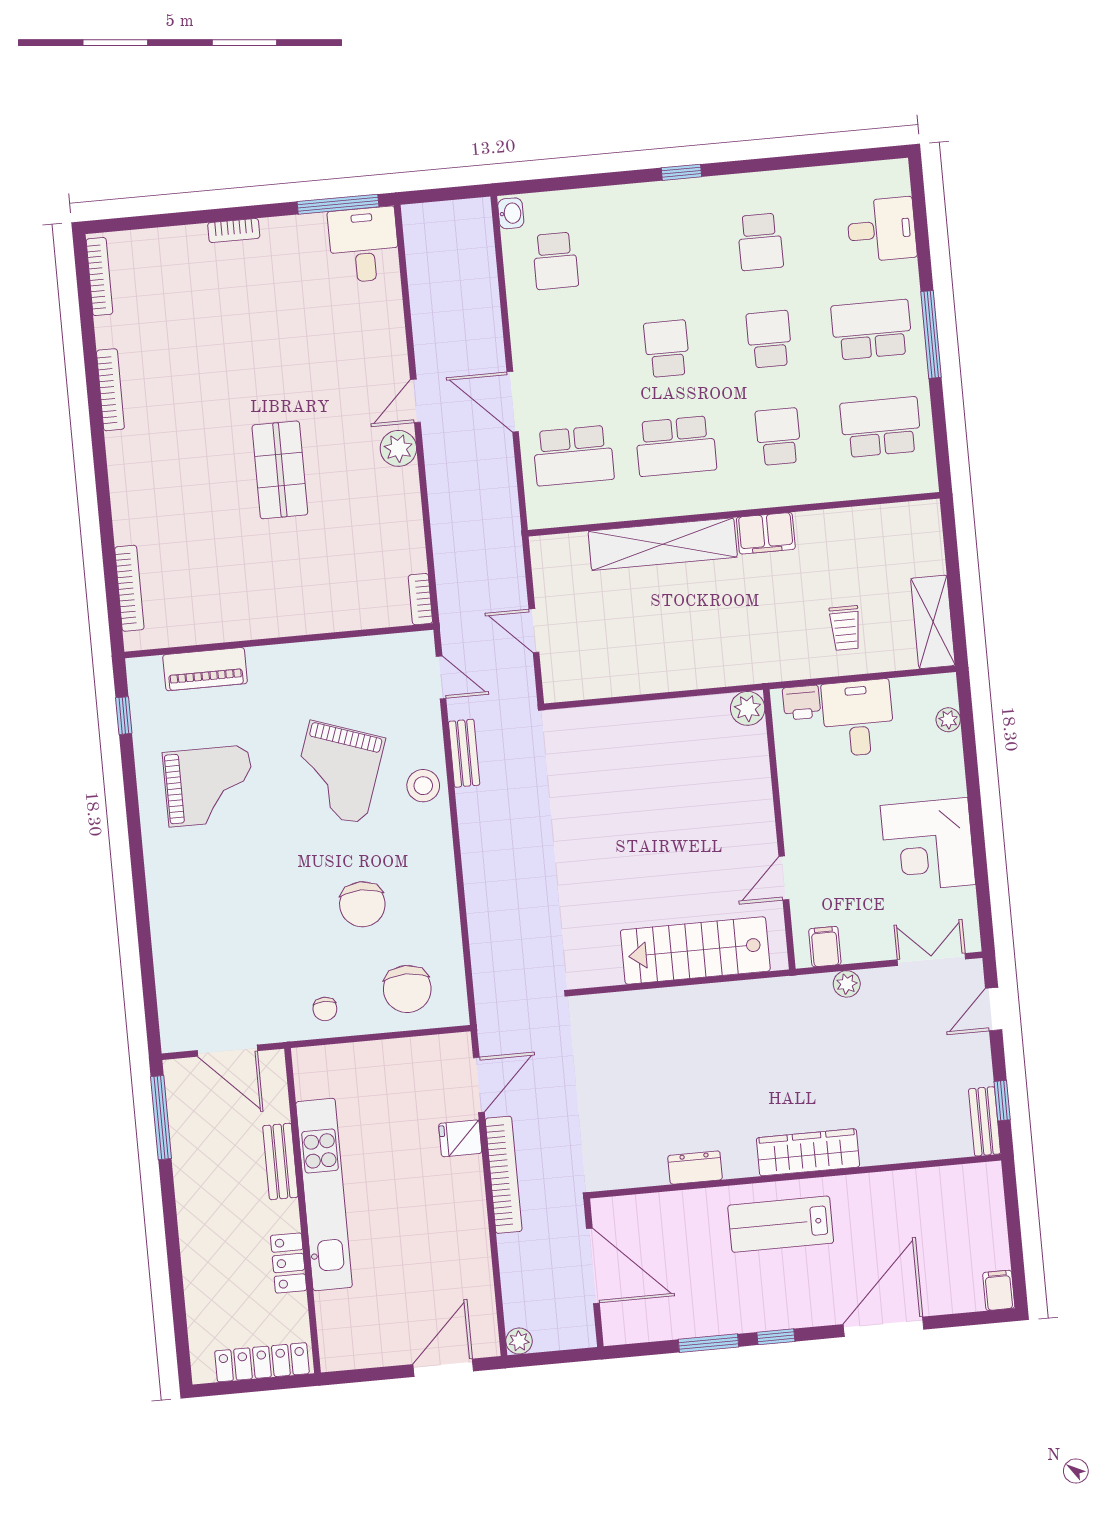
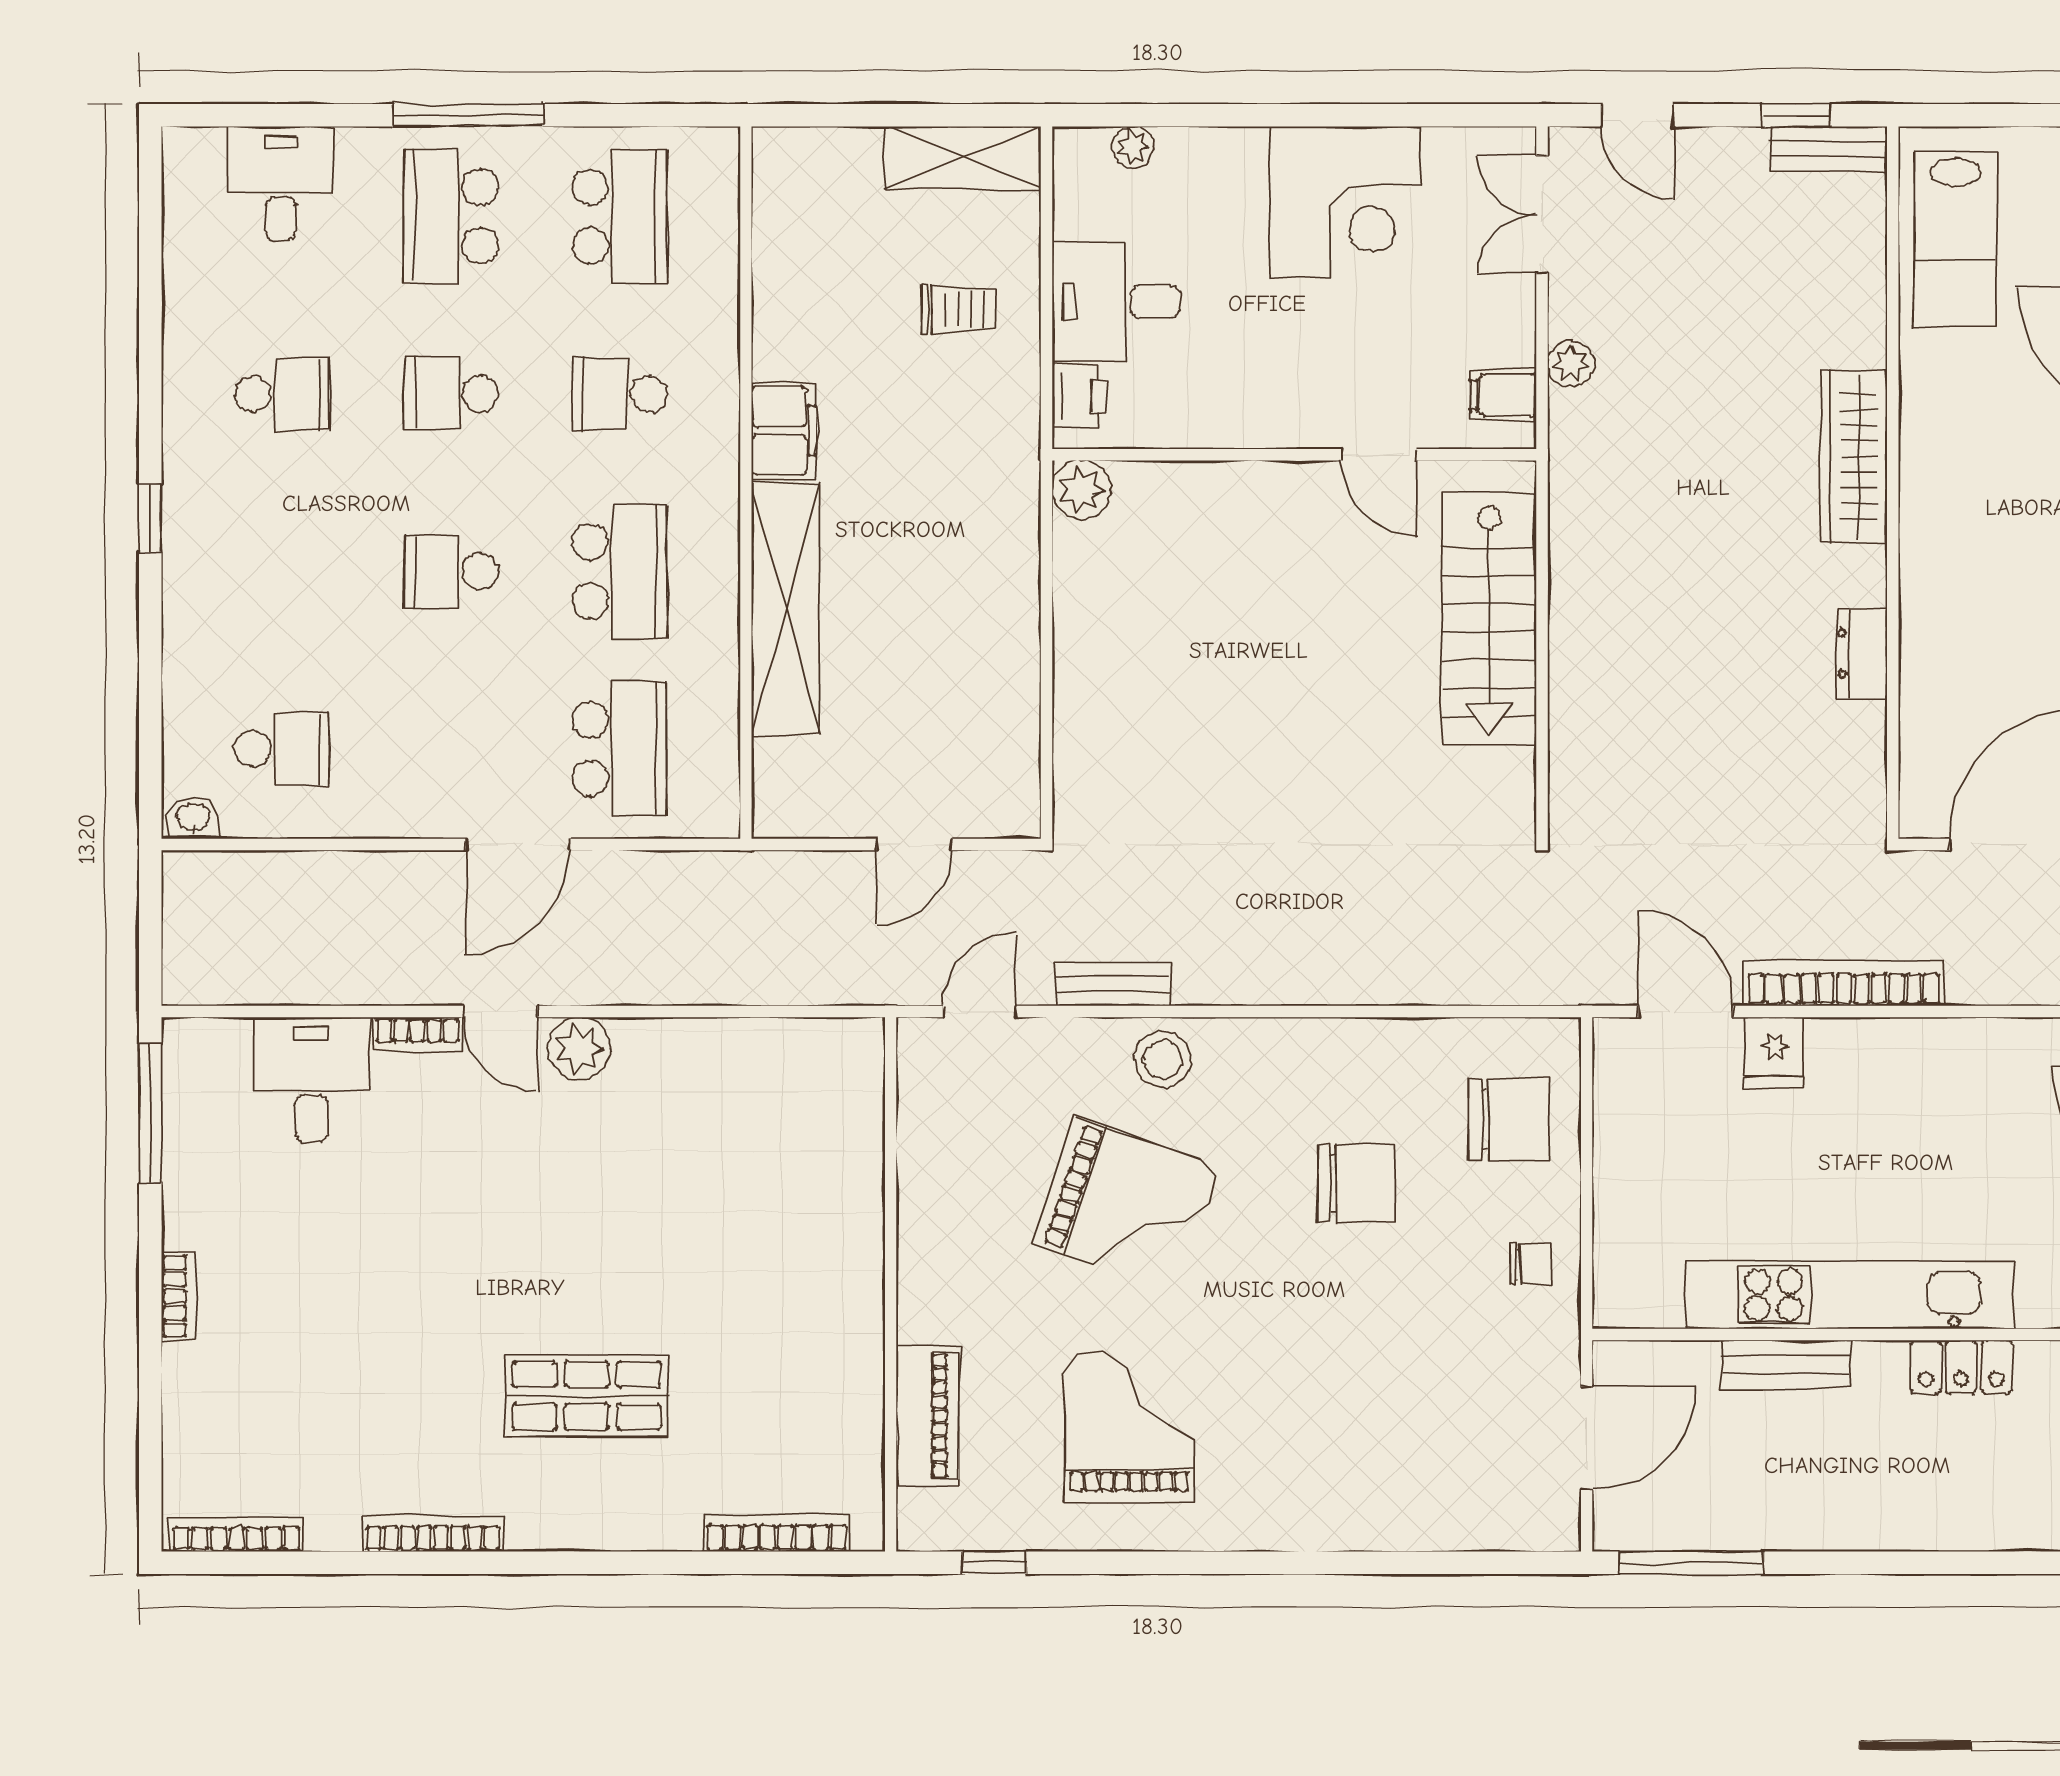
desk: (364, 245) -> (312, 1080), moved, turned 90
school desk: (881, 427) -> (620, 216), turned 180
shop shelf: (280, 470) -> (587, 1396), moved
bookcase: (420, 599) -> (417, 1034), moved
lab bench: (781, 1224) -> (1955, 239), moved

